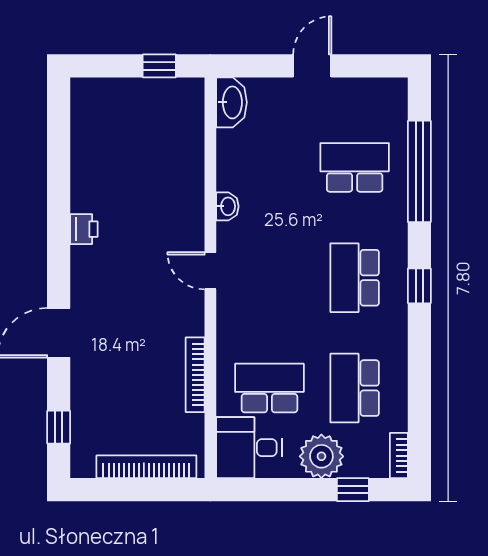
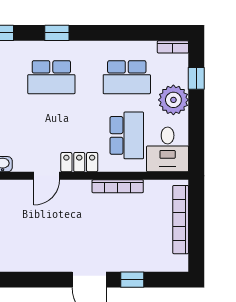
printer: (84, 229) -> (18, 262), removed
locker: (230, 319) -> (79, 162), added
school desk: (269, 388) -> (127, 135), turned 180
window: (59, 427) -> (132, 280), moved

